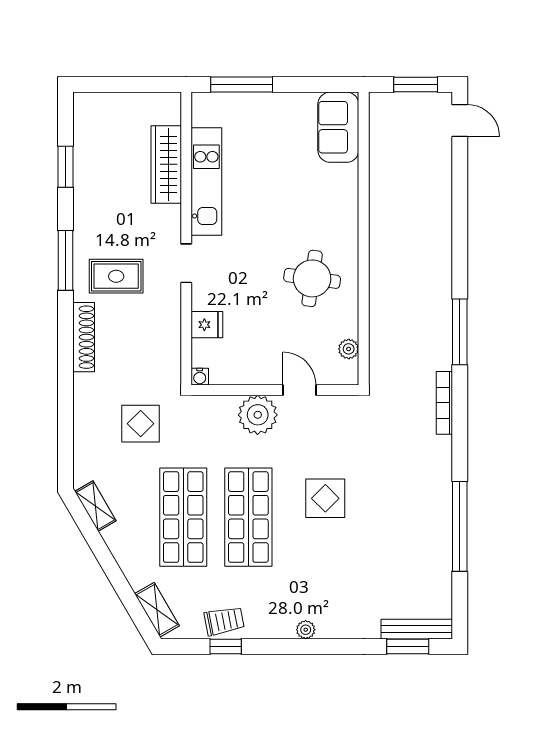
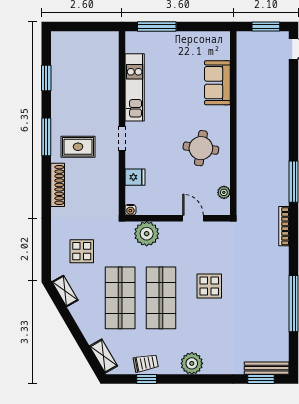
sofa: (338, 127) -> (217, 83), moved
wardrobe: (166, 164) -> (109, 77), removed
plant: (258, 415) -> (147, 234), moved
display table: (141, 424) -> (82, 251), moved
plant: (306, 630) -> (192, 363), width x1.88, depth x1.88

